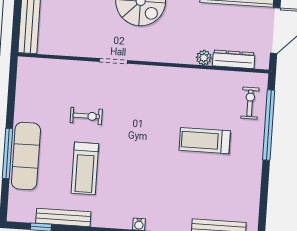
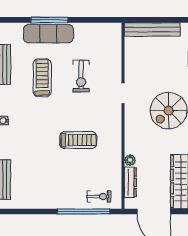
exercise bike: (86, 116) -> (81, 76), width x1.38, depth x1.39
treadmill: (205, 141) -> (78, 140), moved, turned 90
treadmill: (85, 168) -> (42, 78), turned 90

